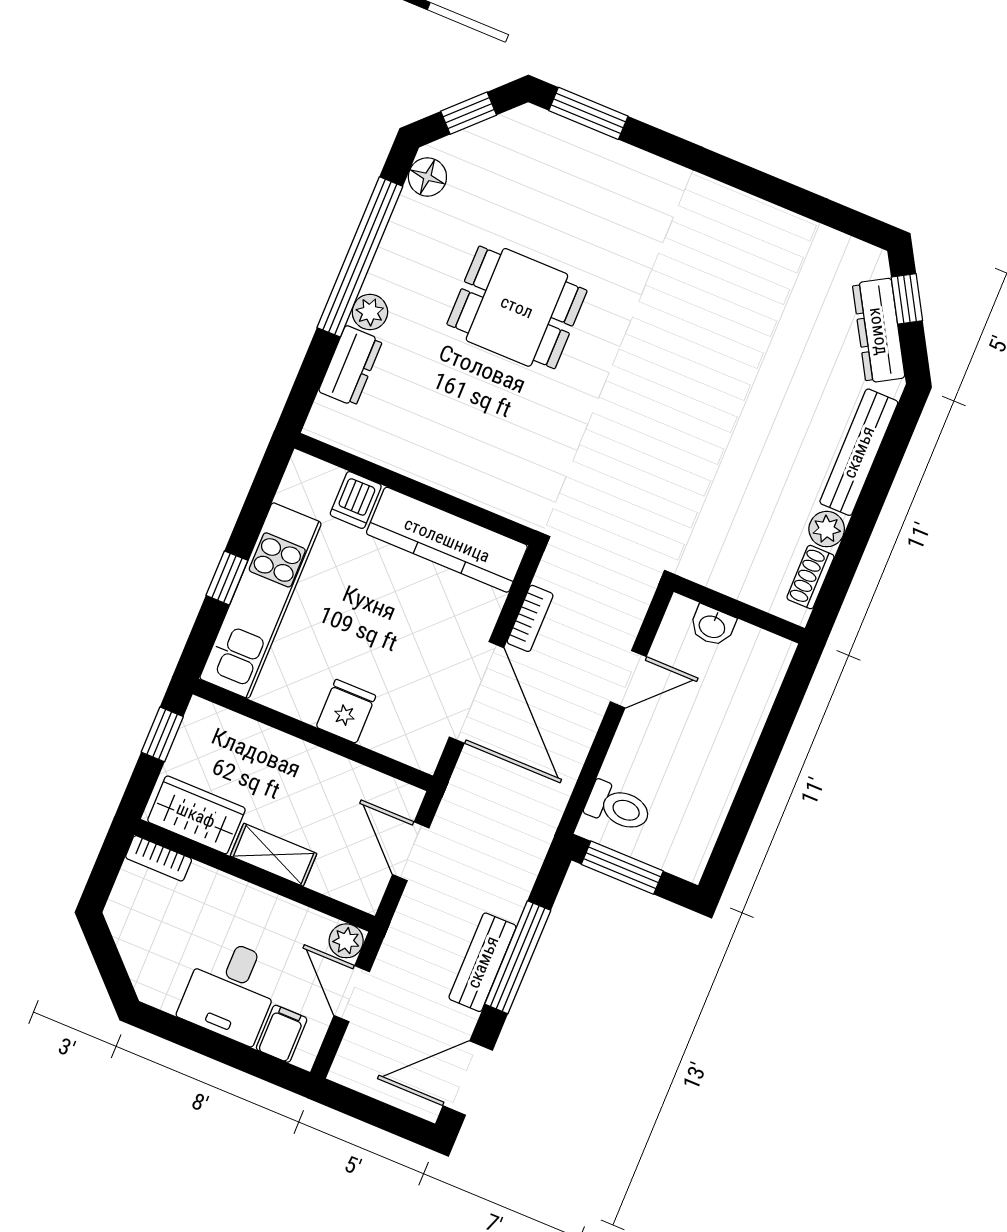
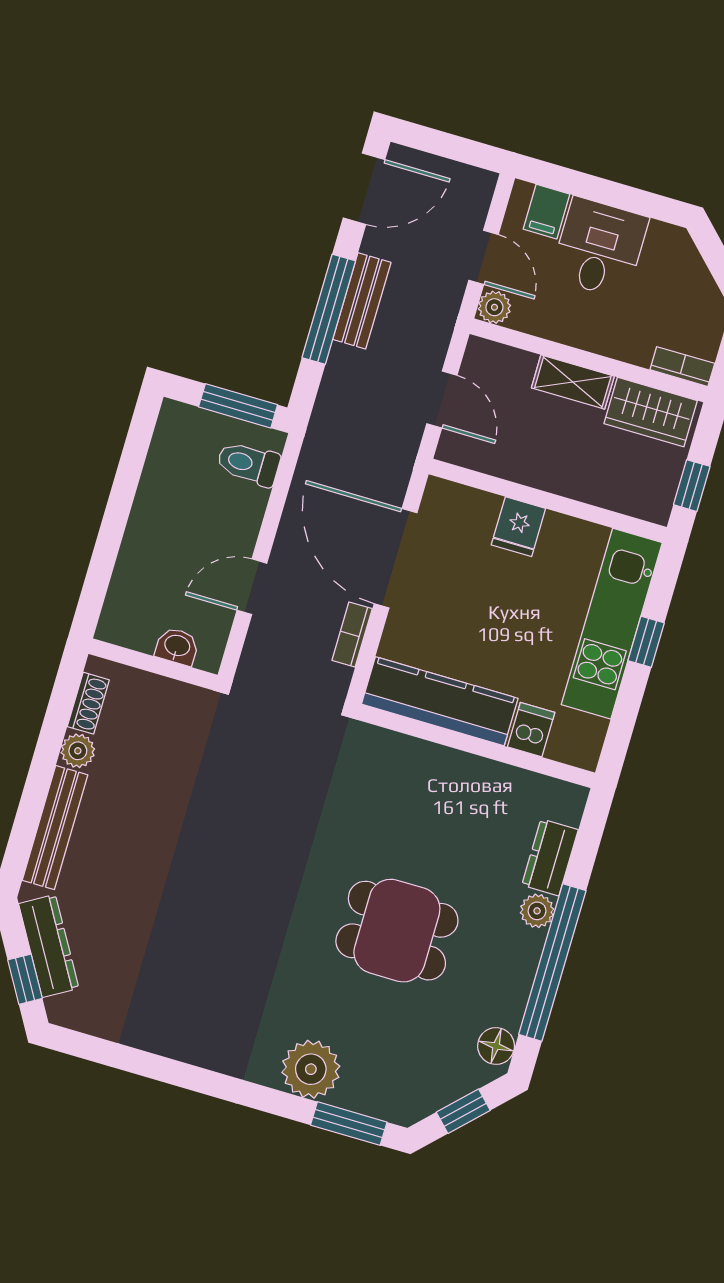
plant: (621, 174) -> (311, 1069), added

